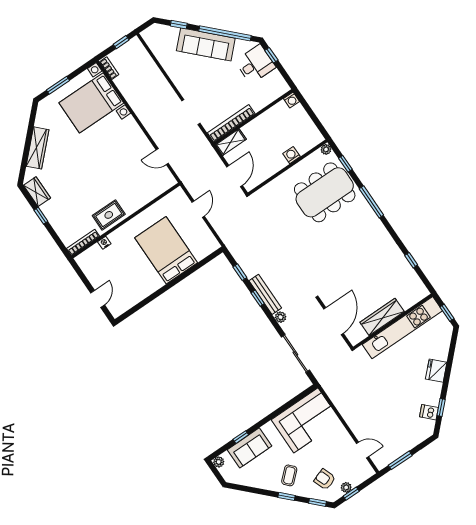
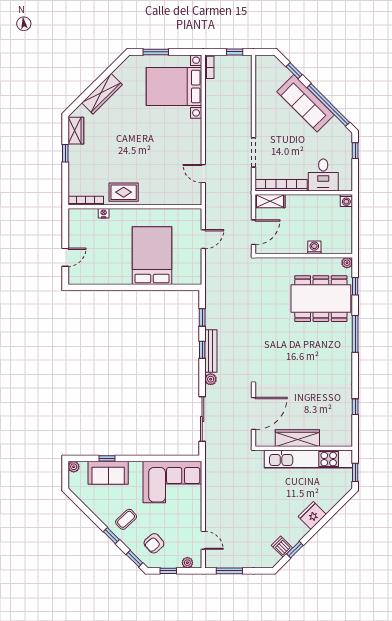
desk: (255, 64) -> (323, 175), moved, turned 90
armchair: (325, 479) -> (154, 543), turned -111
plant: (346, 487) -> (187, 563), moved

